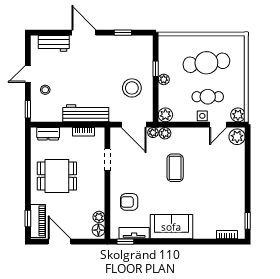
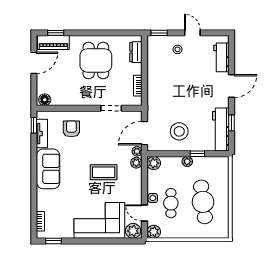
workbench: (86, 113) -> (221, 130), moved, turned 180
corner sofa: (226, 172) -> (99, 220), added
plant: (99, 217) -> (57, 100), removed

